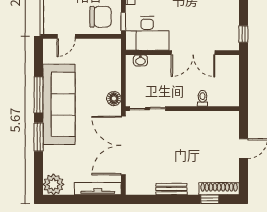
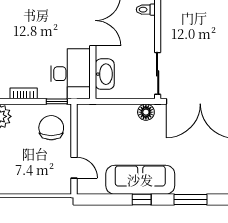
washbasin: (140, 60) -> (105, 74), width x1.91, depth x1.45
window: (39, 95) -> (142, 199), width x0.46
sofa: (59, 104) -> (140, 180), width x0.74, depth x0.79

